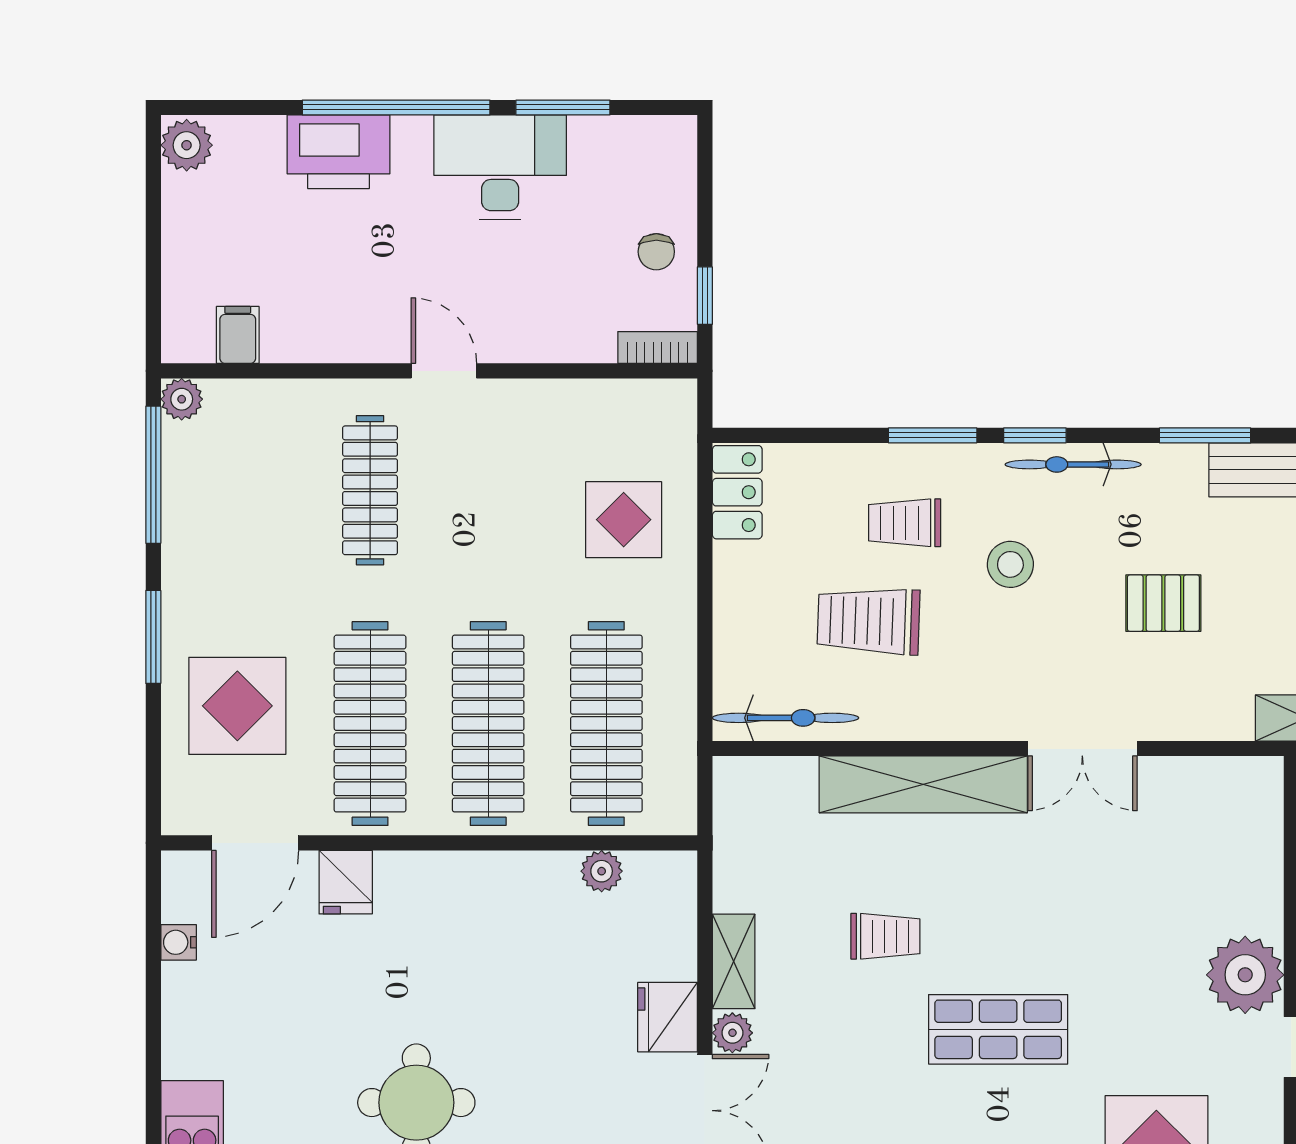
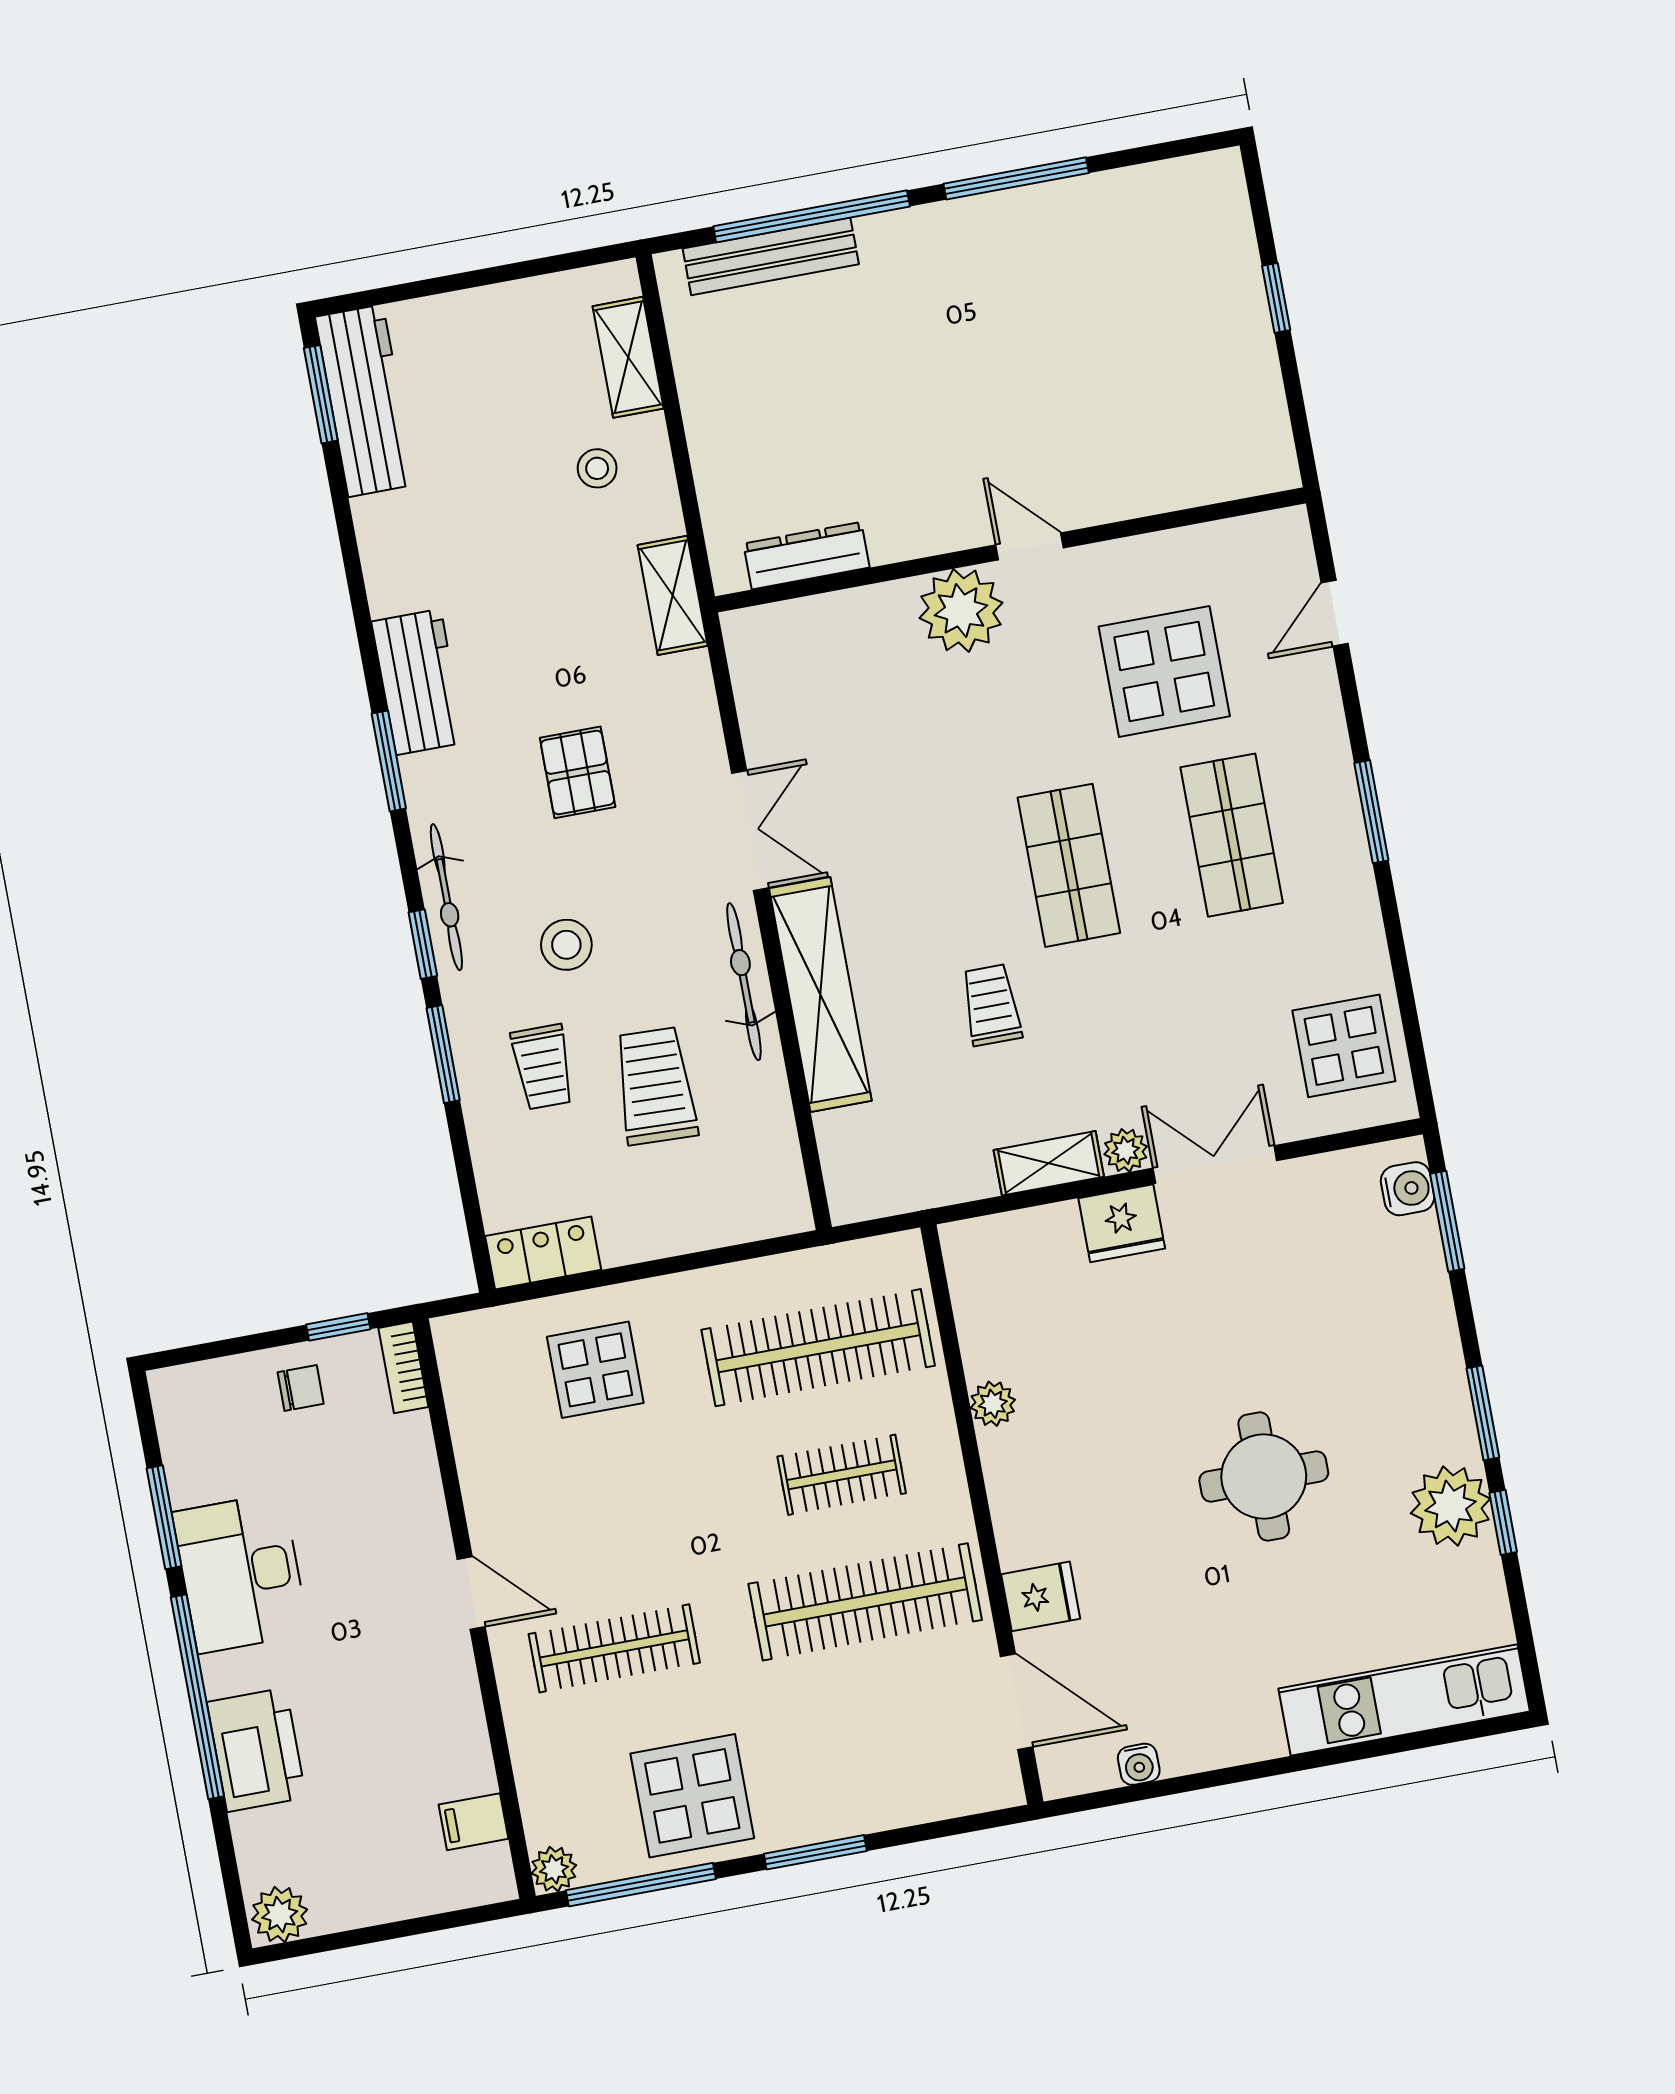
door: (444, 371) -> (471, 1593), swing flipped
trolley: (869, 621) -> (655, 1086), turned 180
display table: (237, 706) -> (692, 1796), moved
bicycle: (786, 718) -> (744, 982), moved
clothes rail: (488, 724) -> (842, 1475), width x0.54, depth x0.76
plant: (602, 871) -> (993, 1404), moved

